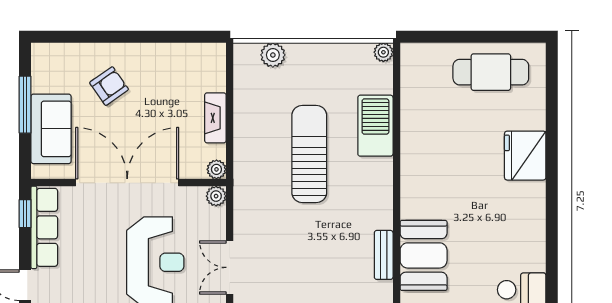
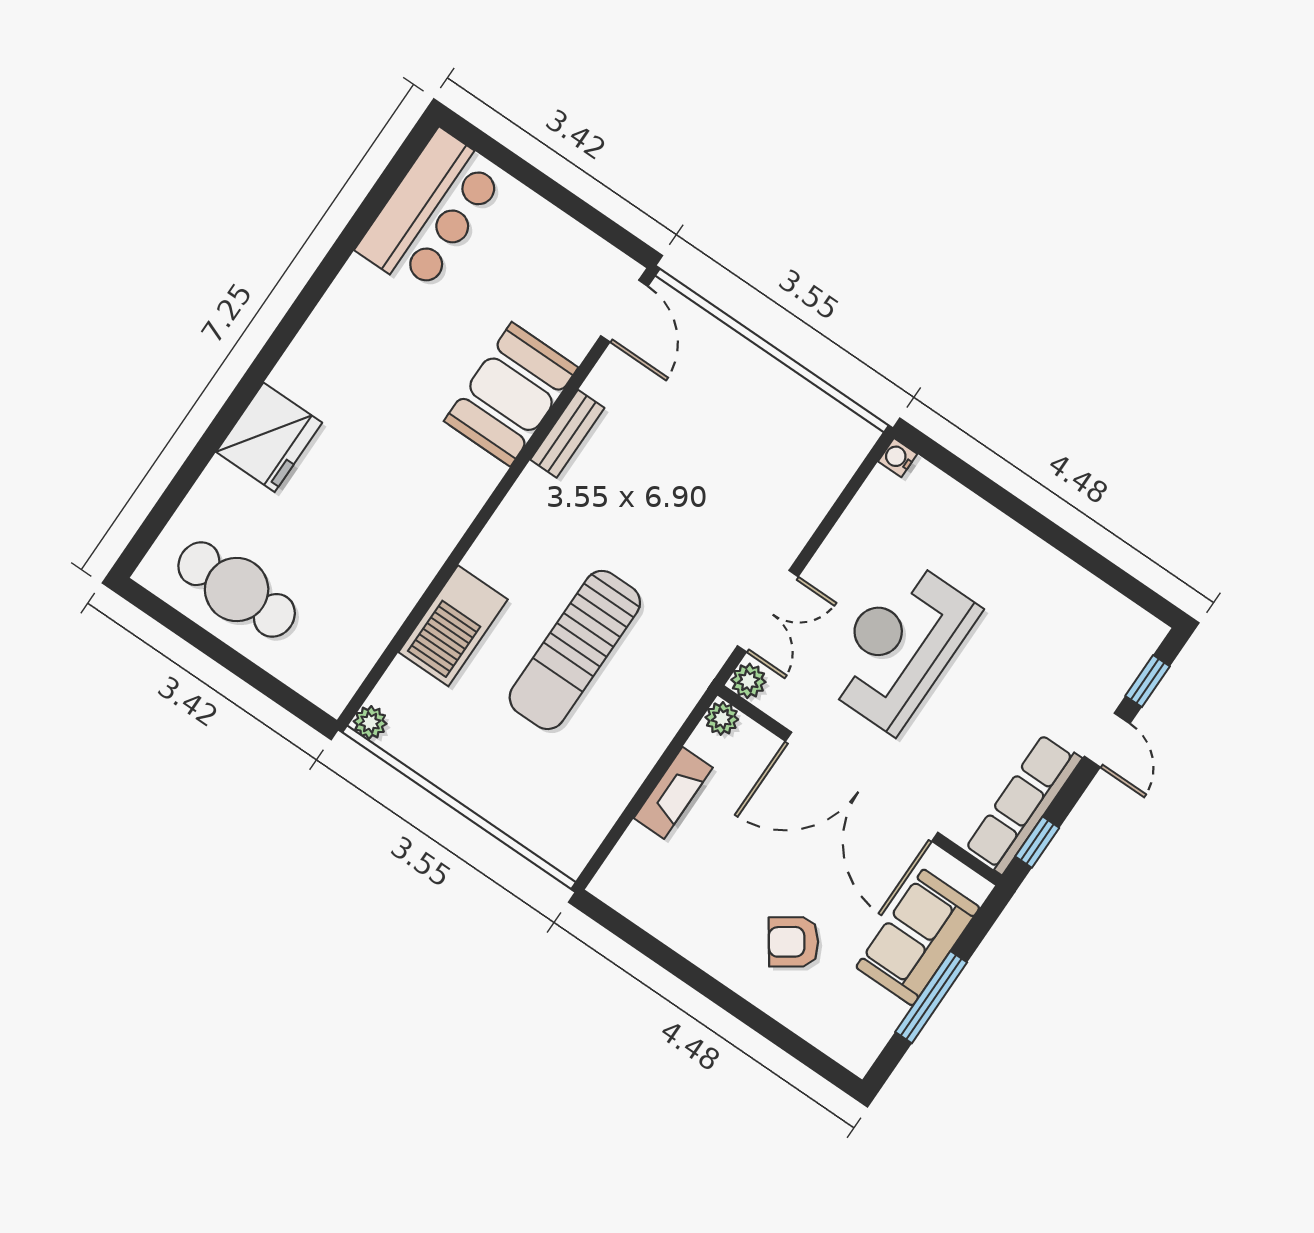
plant: (273, 55) -> (530, 826), removed
double door: (230, 267) -> (768, 611), moved

